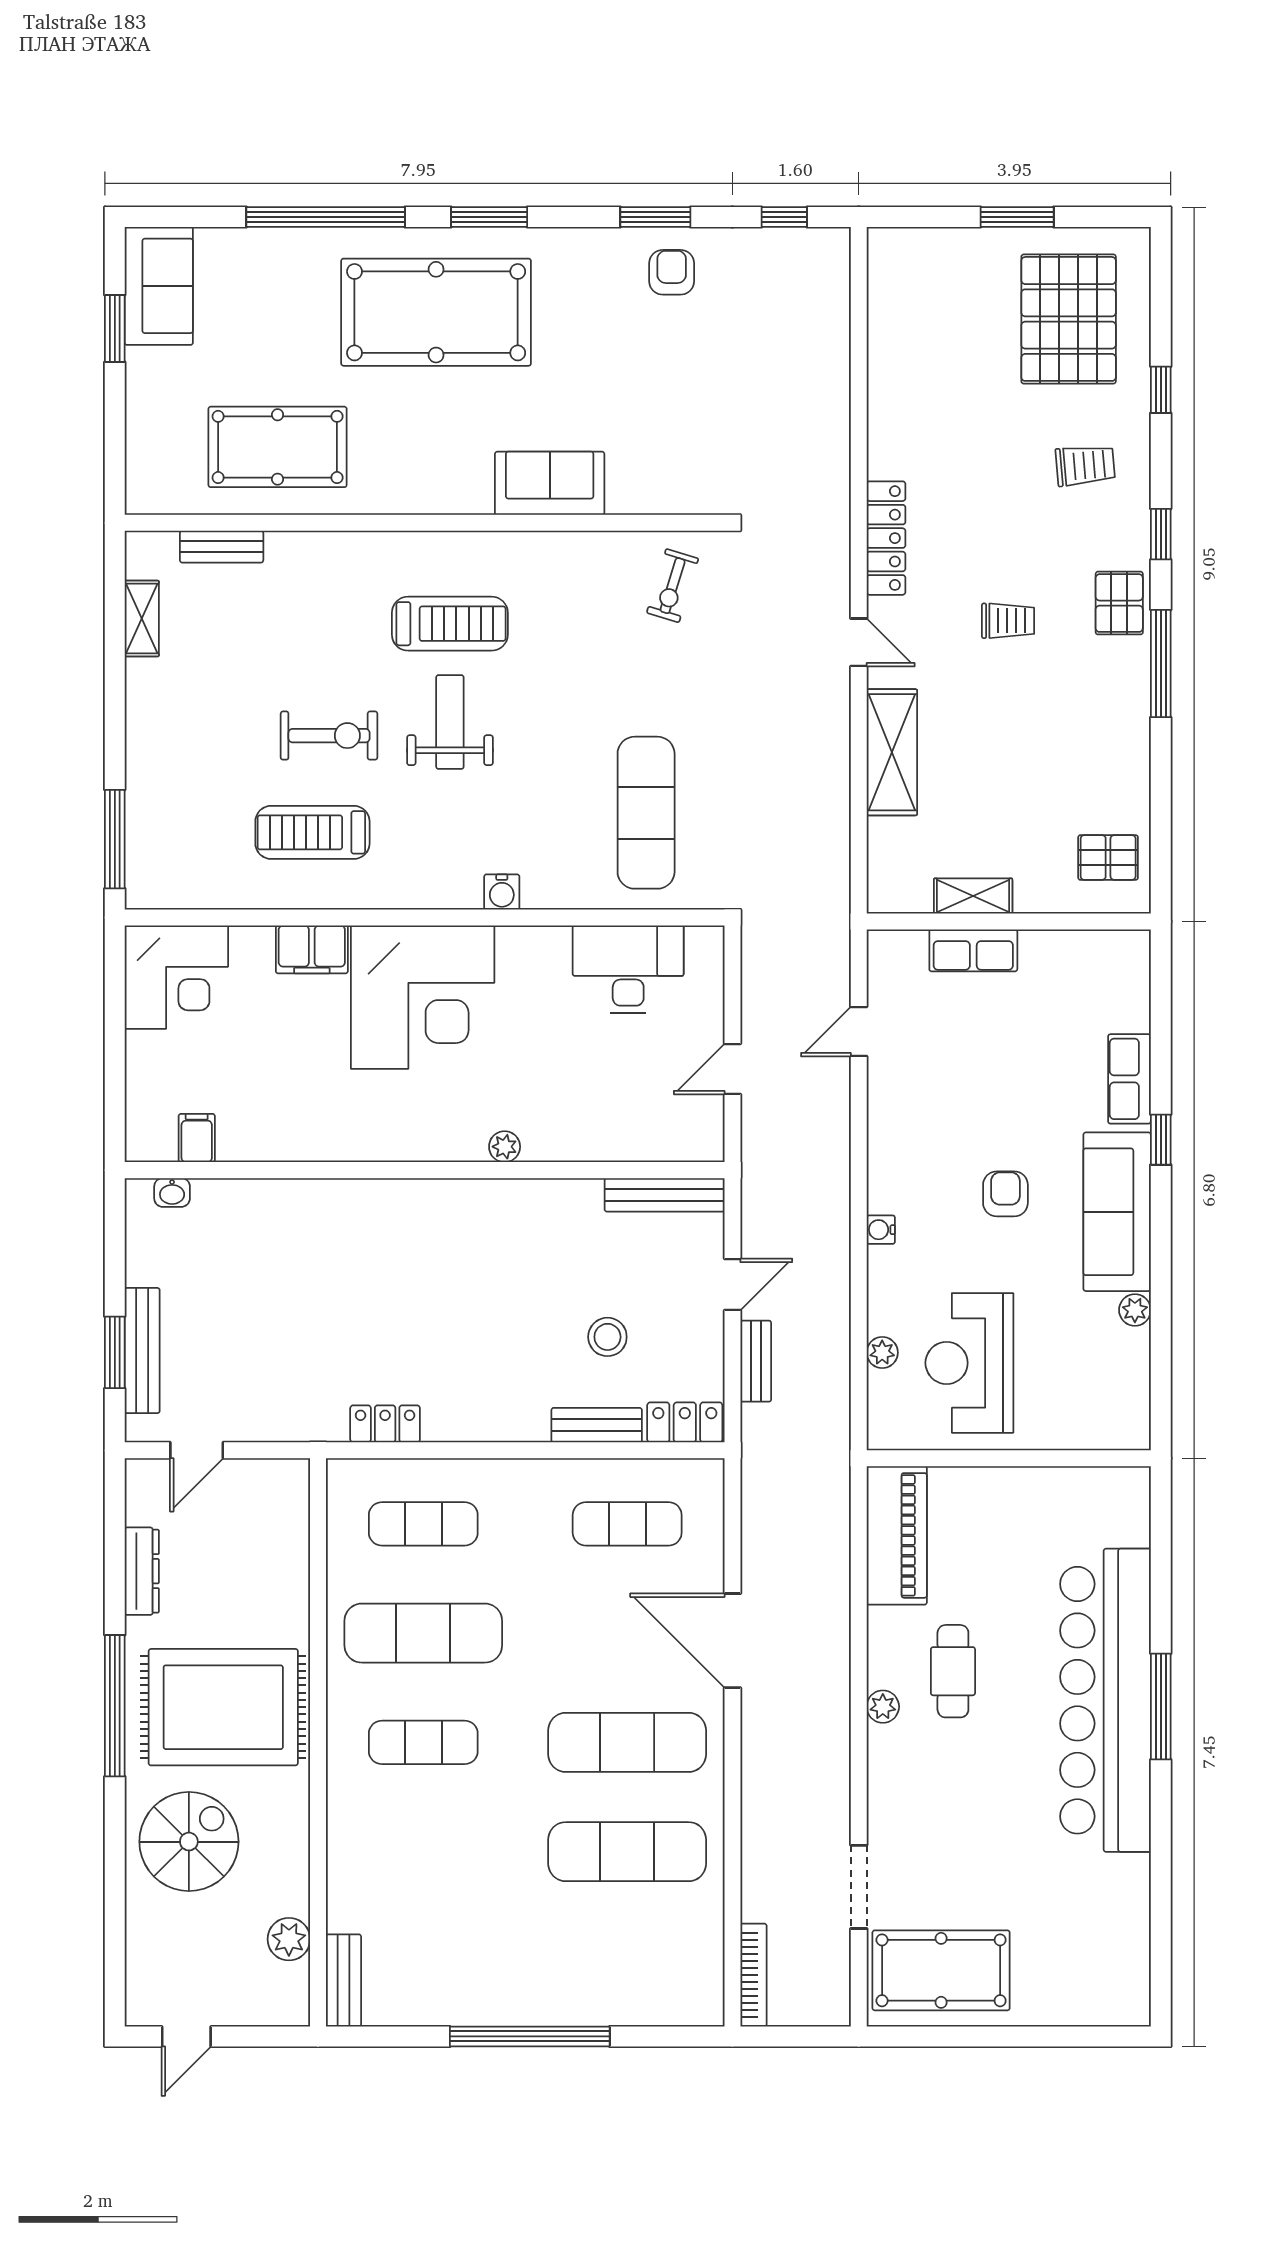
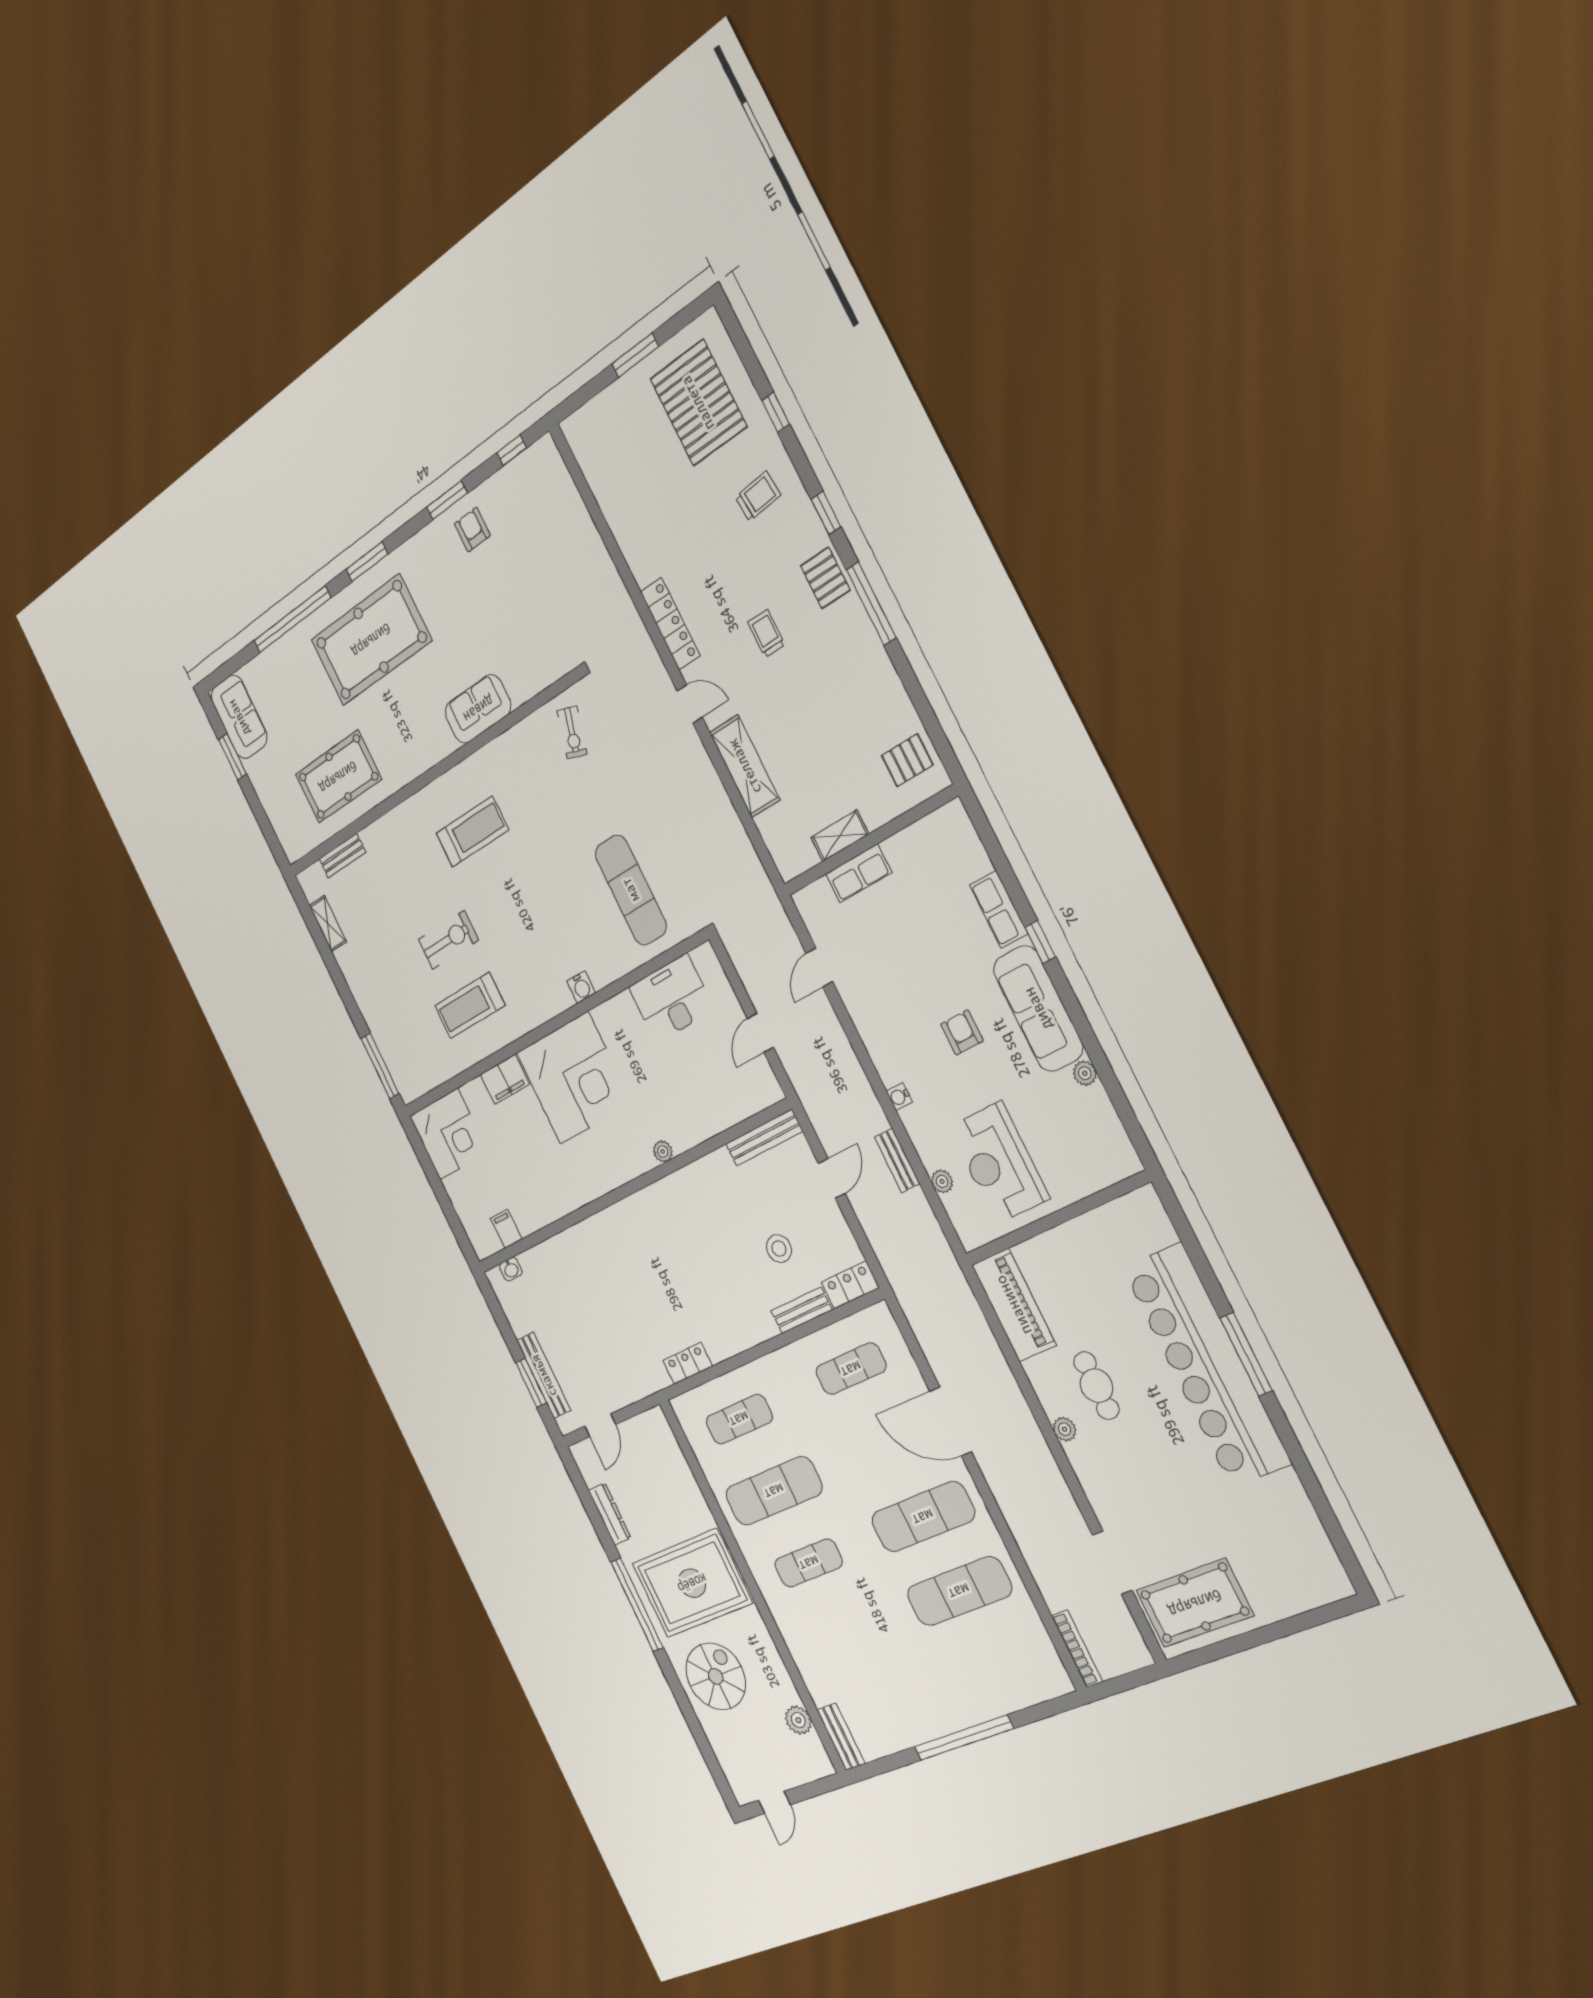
trolley: (1008, 621) -> (766, 634), turned -90
weight bench: (450, 722) -> (503, 894), removed
bench: (756, 1361) -> (897, 1160), moved

